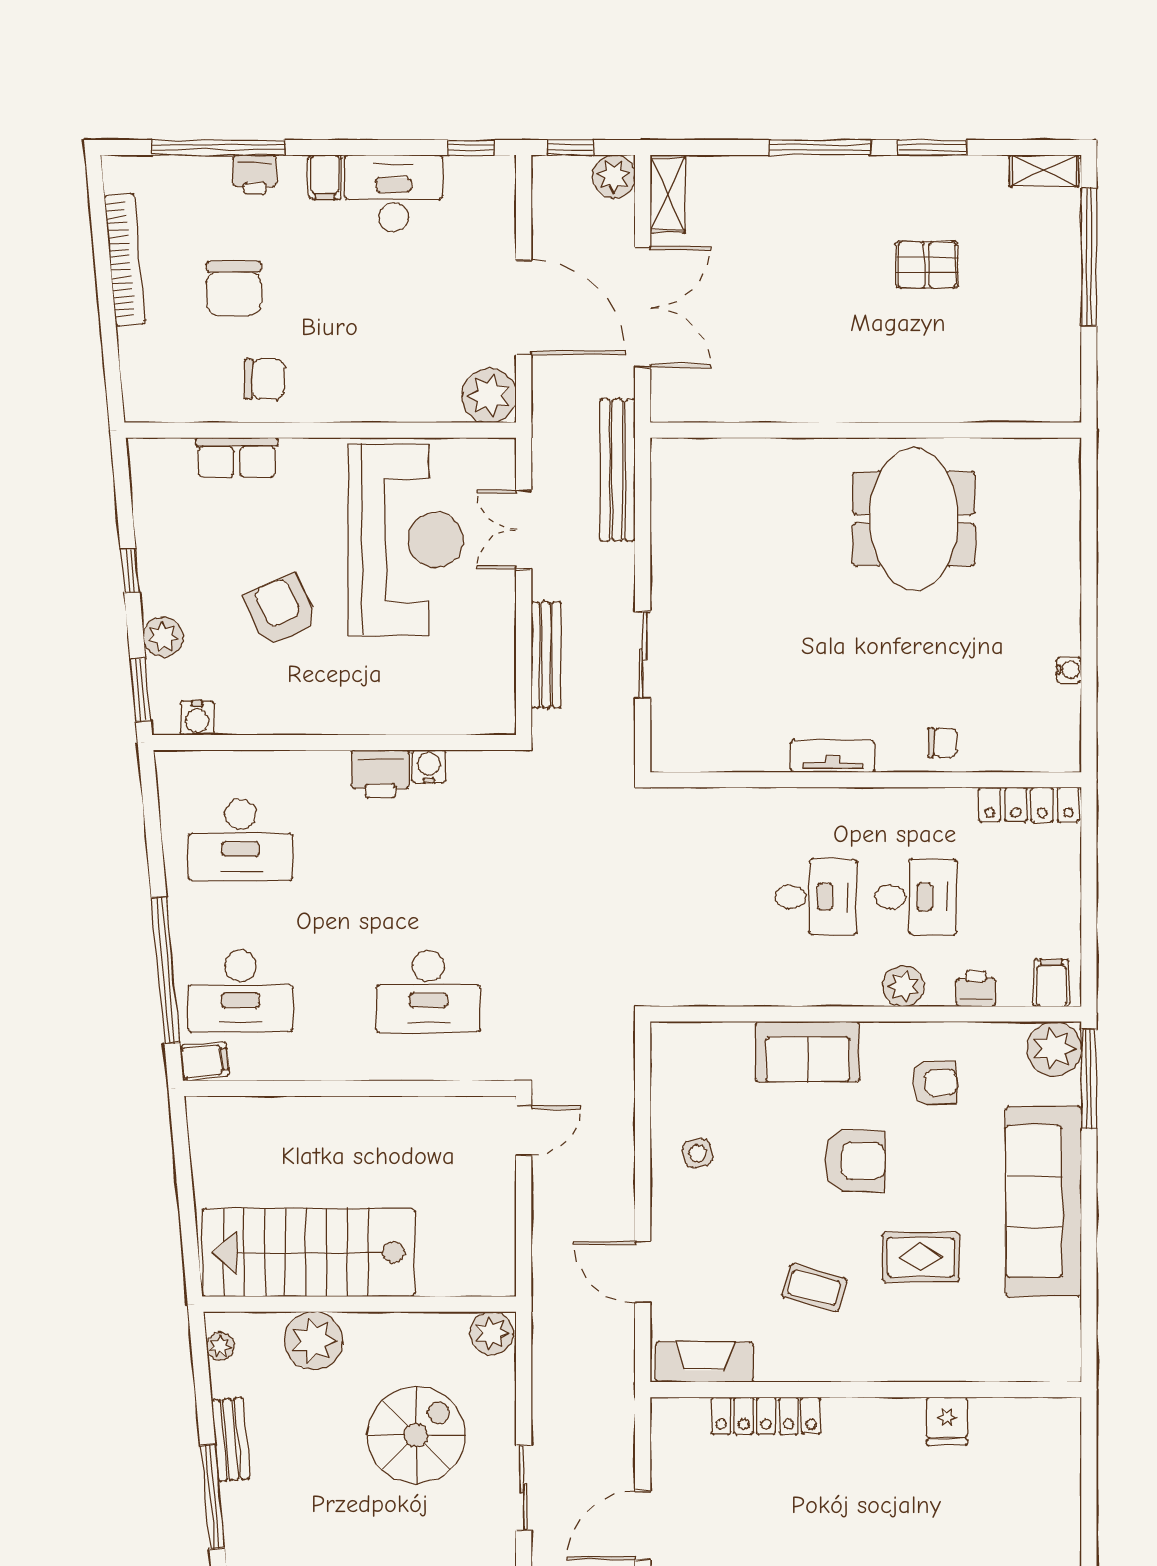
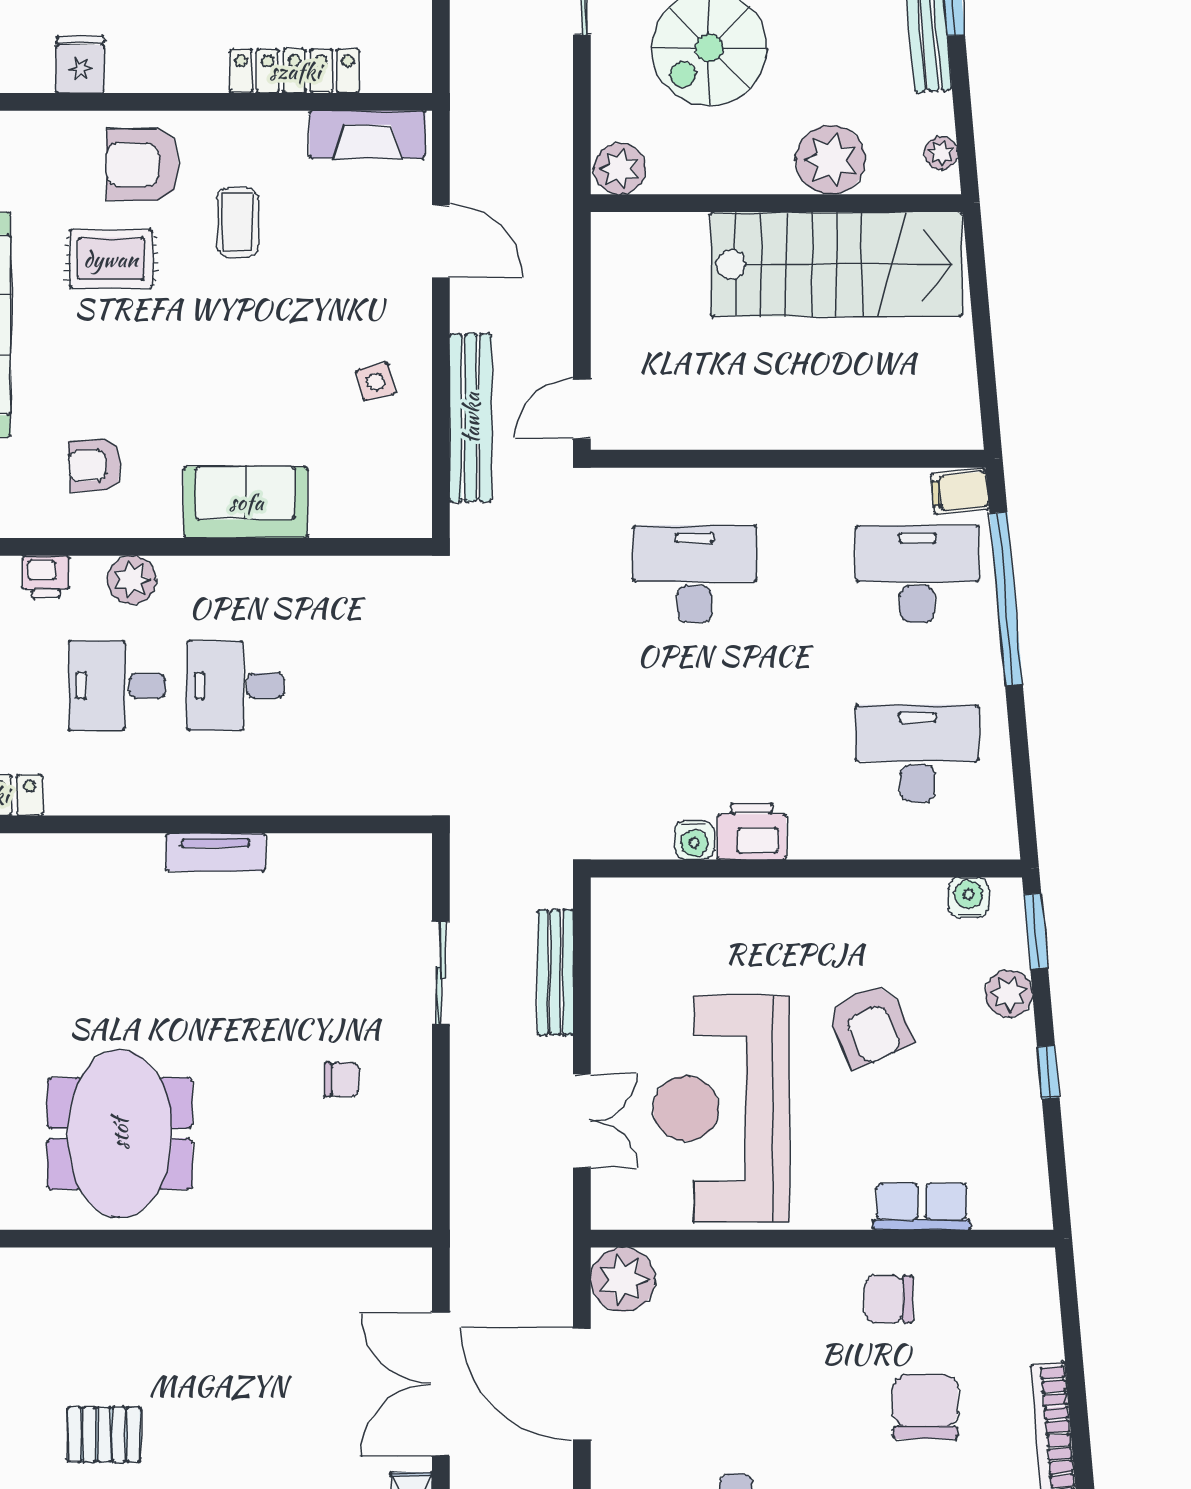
bench: (618, 470) -> (471, 418), moved
chair: (942, 743) -> (342, 1079), moved, turned 180
armchair: (855, 1161) -> (143, 165), moved
coffee table: (814, 1288) -> (238, 223), turned 75

